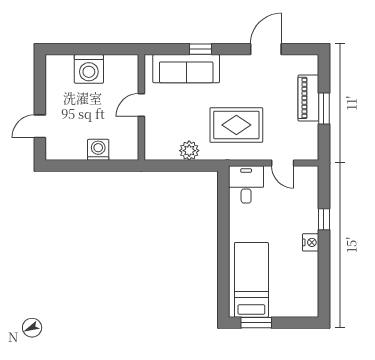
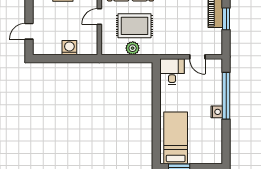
rug: (236, 125) -> (134, 26), moved
window: (324, 219) -> (226, 96), width x3.17

